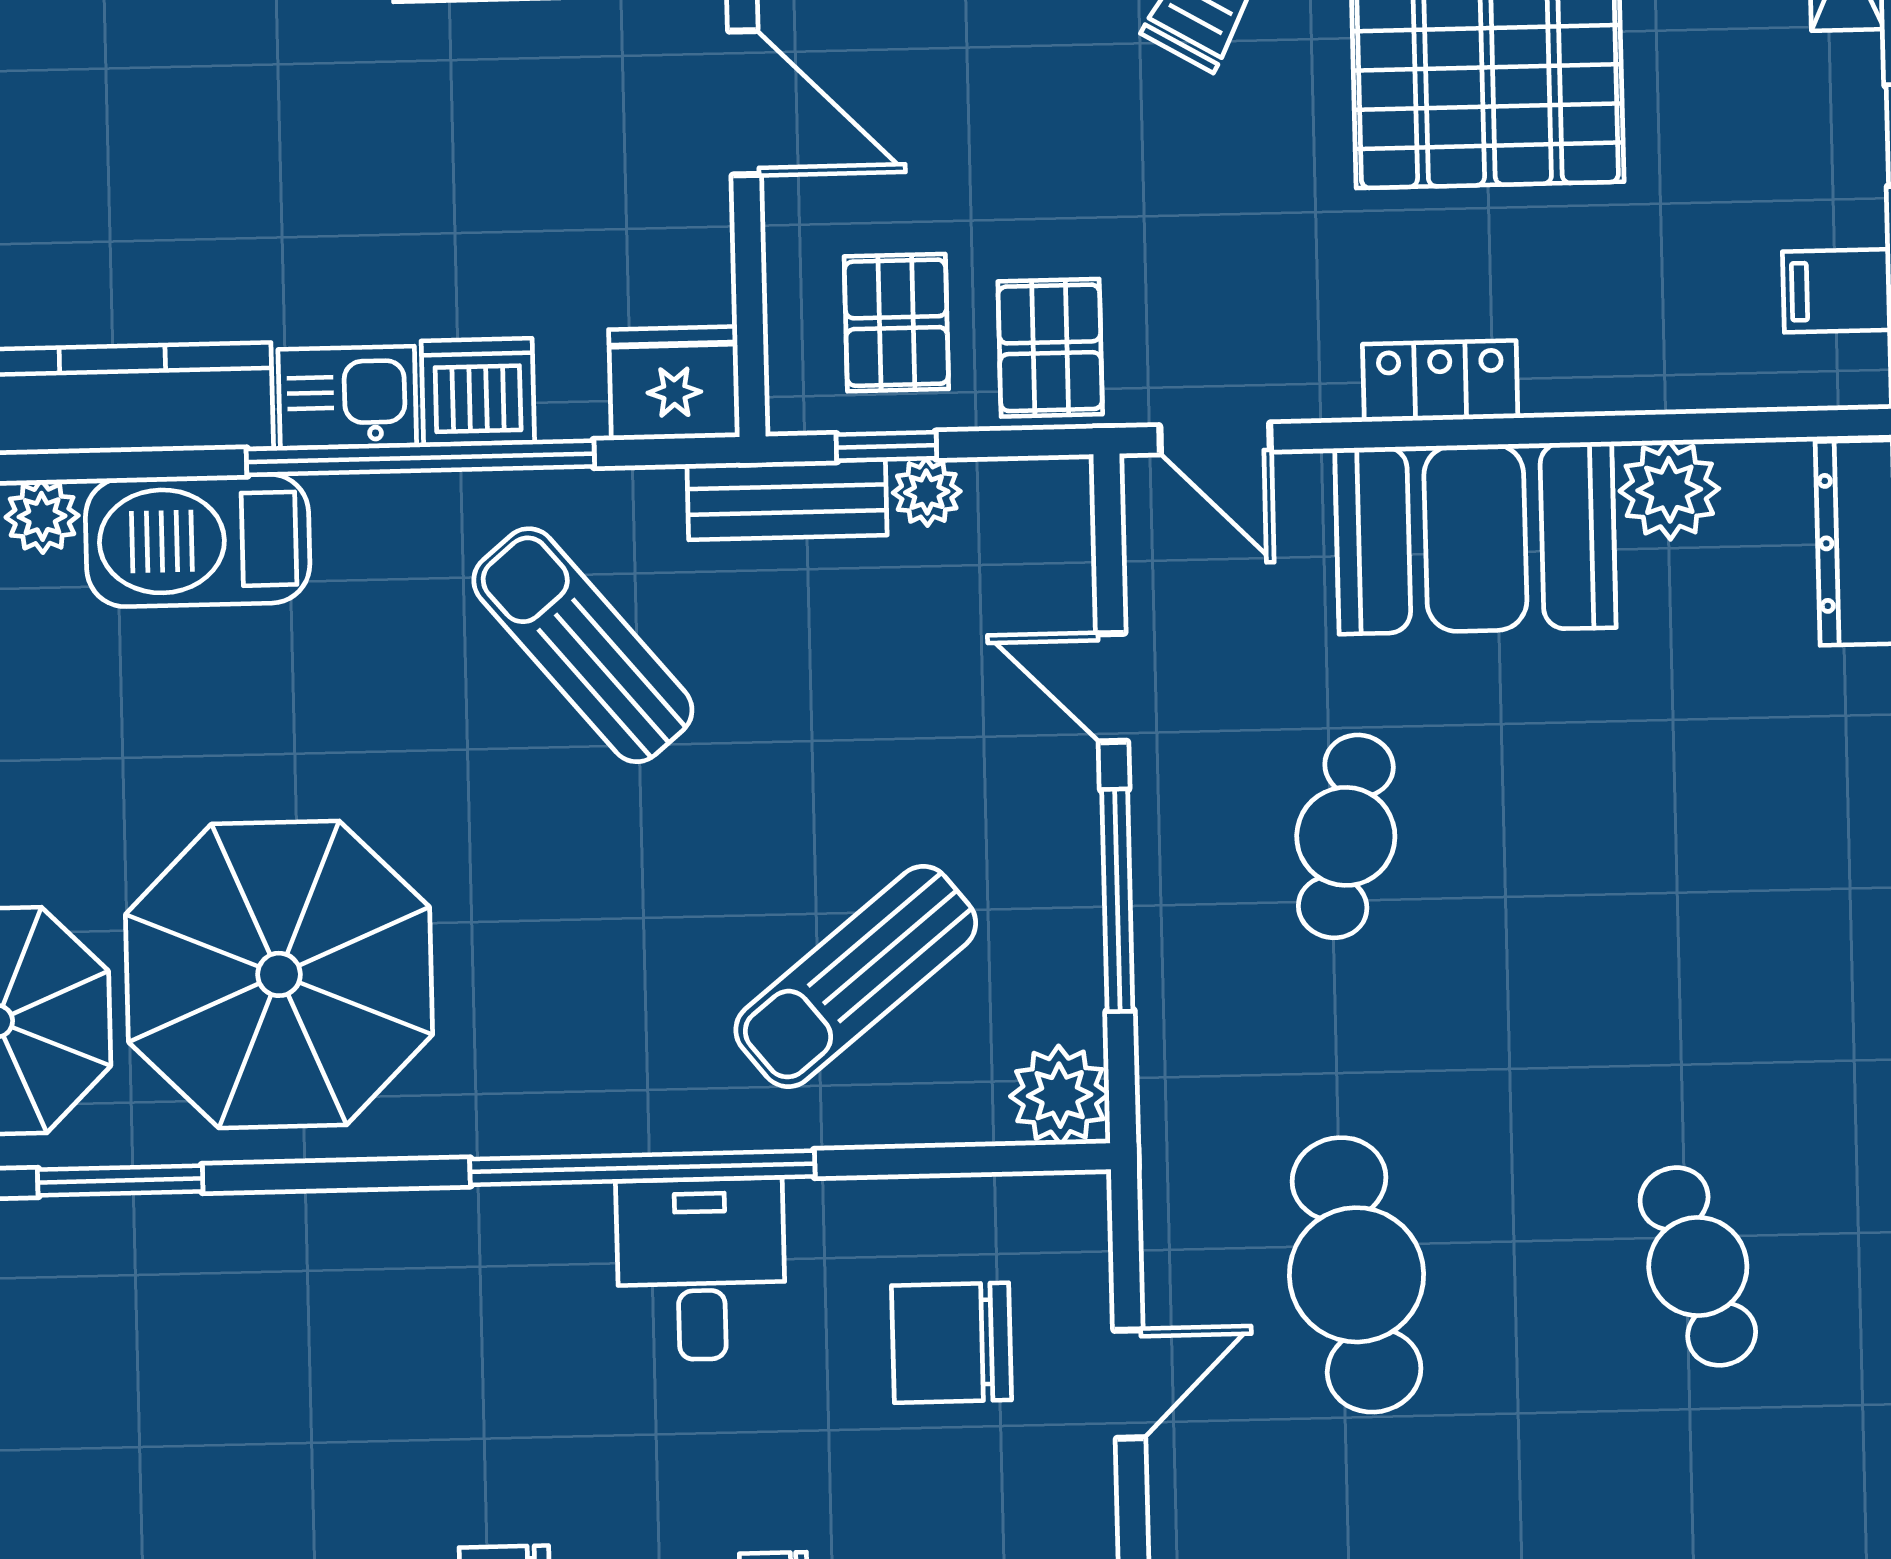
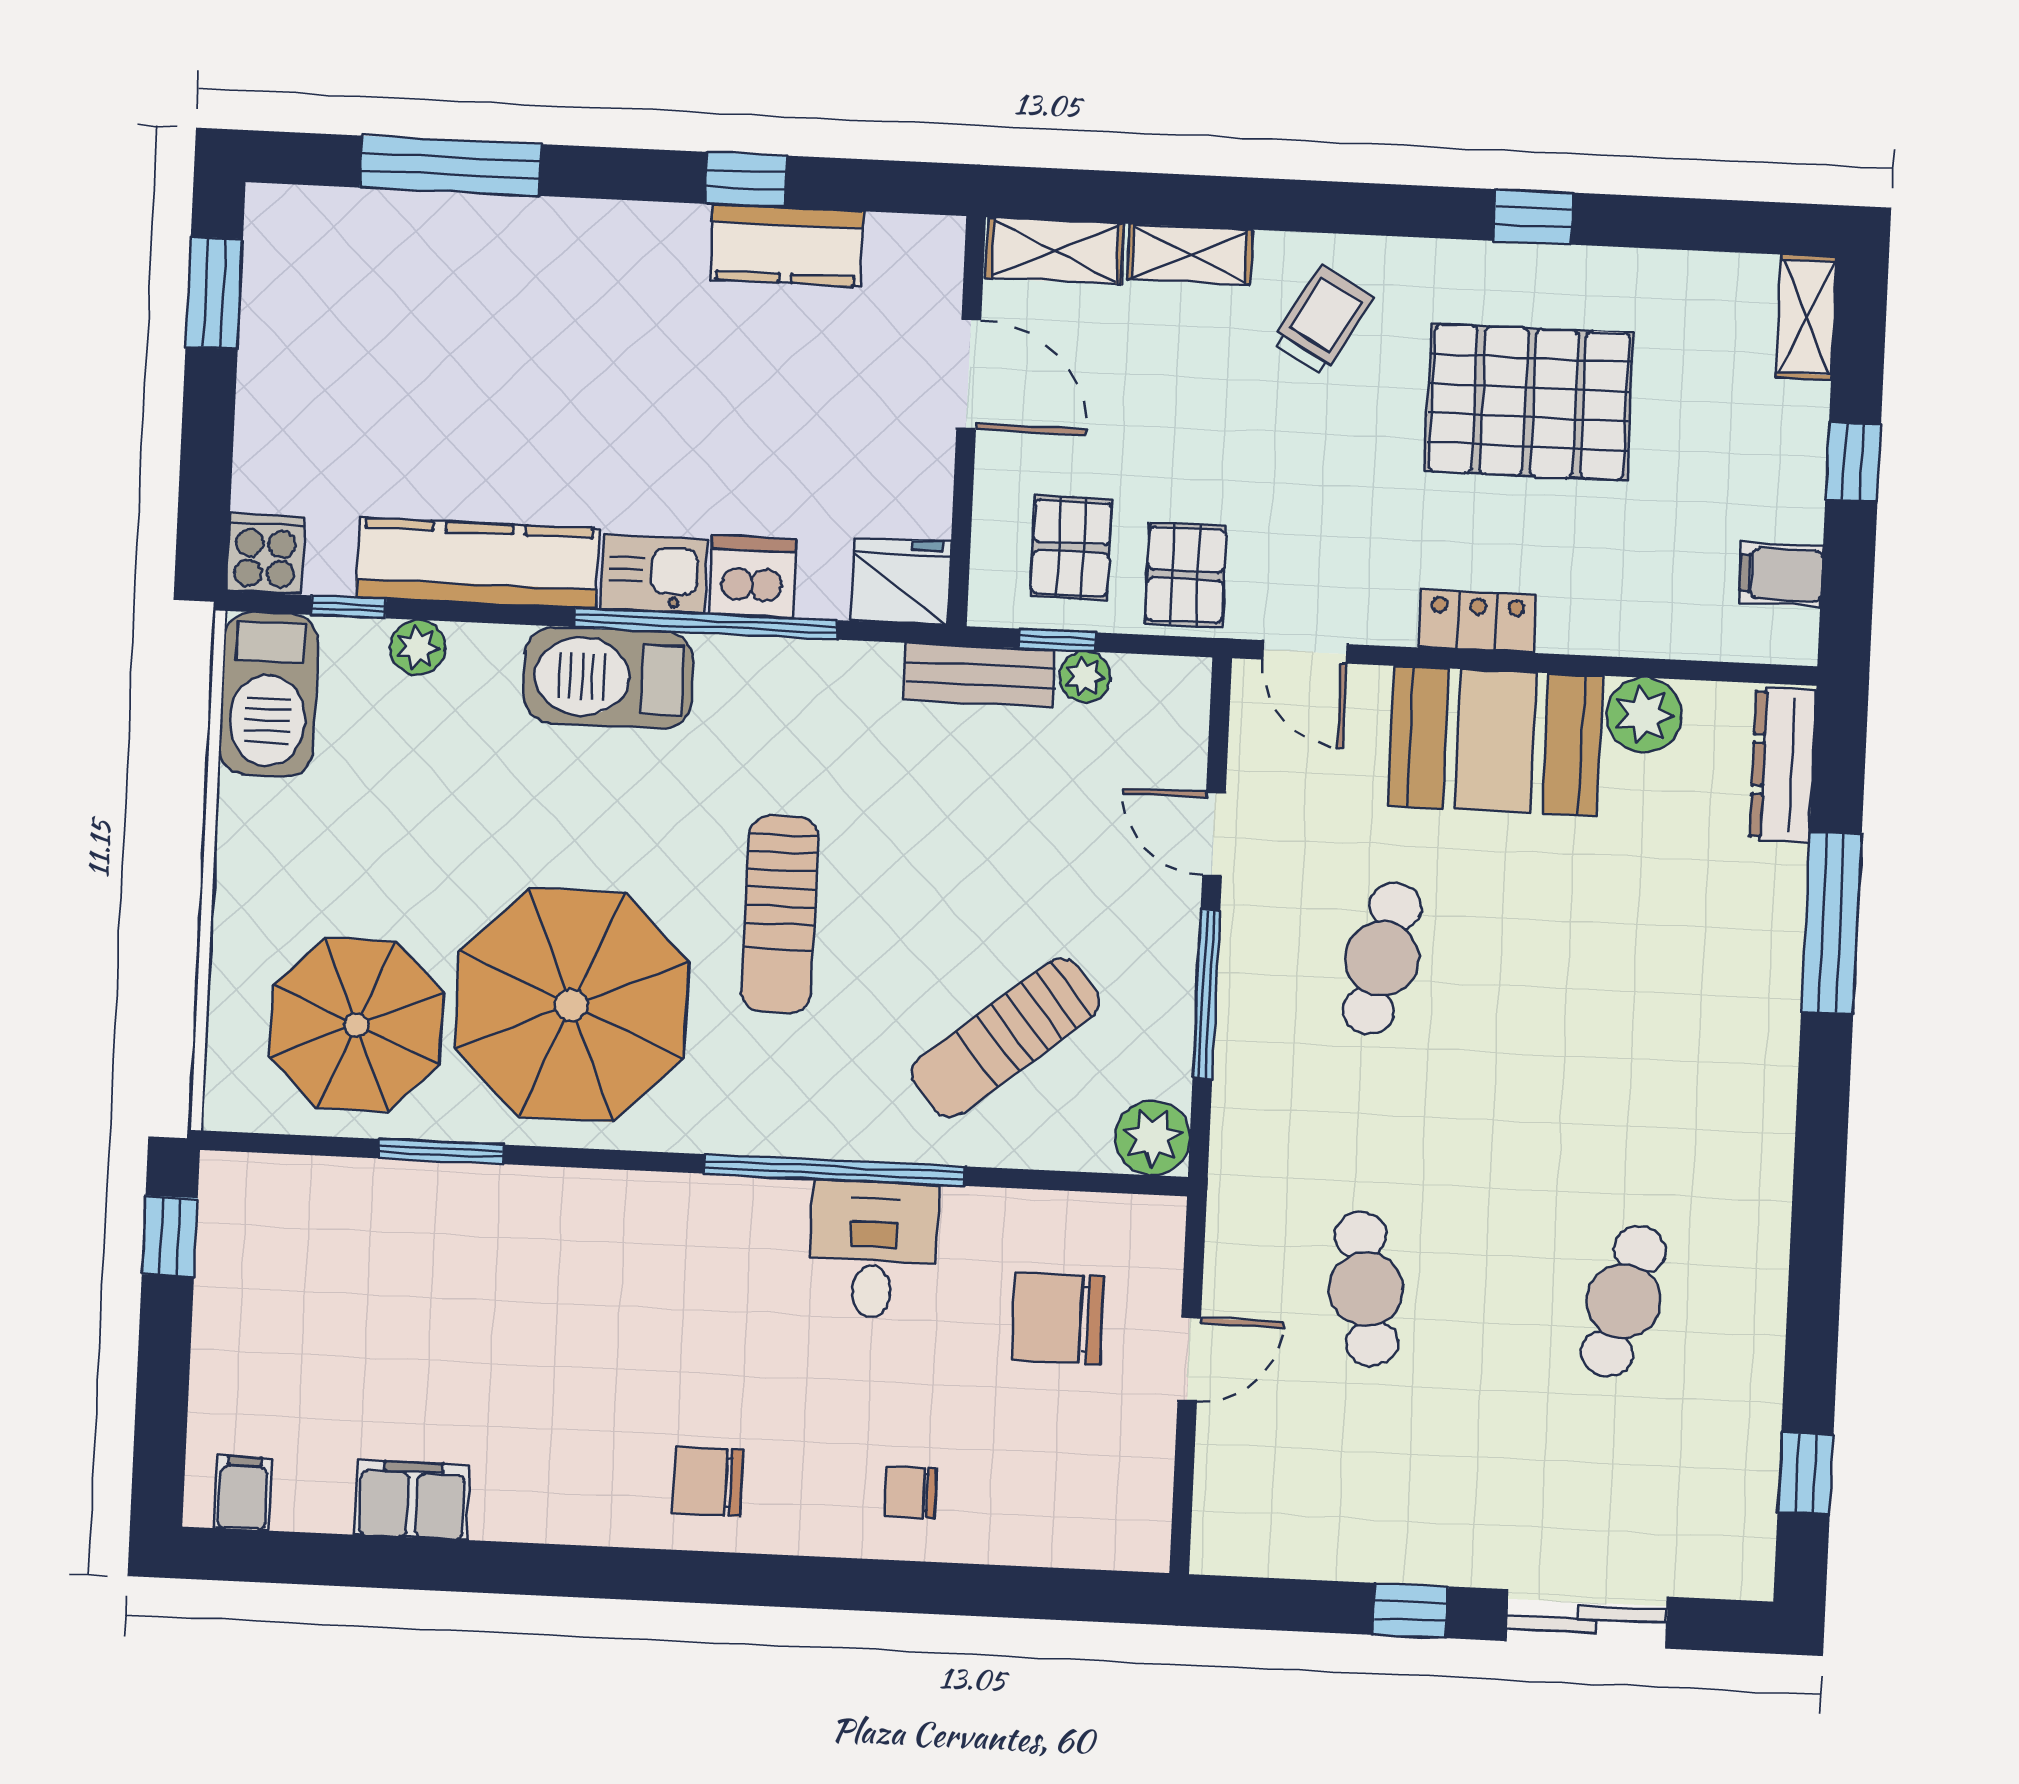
barbecue: (198, 541) -> (608, 677), moved
sun lounger: (583, 645) -> (780, 914), moved, turned -140
cafe table: (1698, 1266) -> (1624, 1301), turned 33
cafe table: (1357, 1275) -> (1366, 1289), width x0.73, depth x0.74

